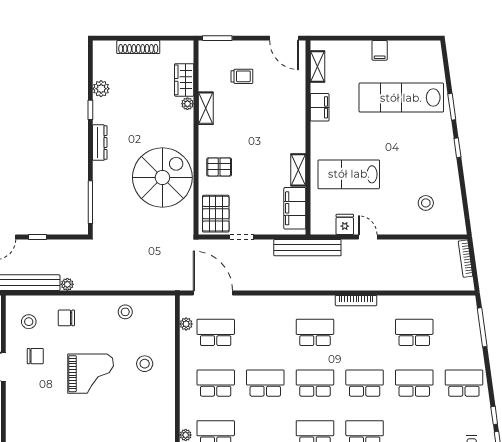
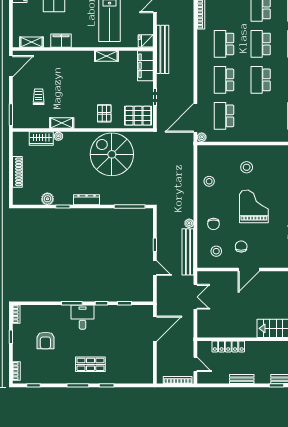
filing cabinet: (295, 208) -> (145, 66), moved, turned 90
fridge: (345, 224) -> (146, 41), moved
plant: (186, 324) -> (202, 137), moved
school desk: (216, 383) -> (224, 80), moved

